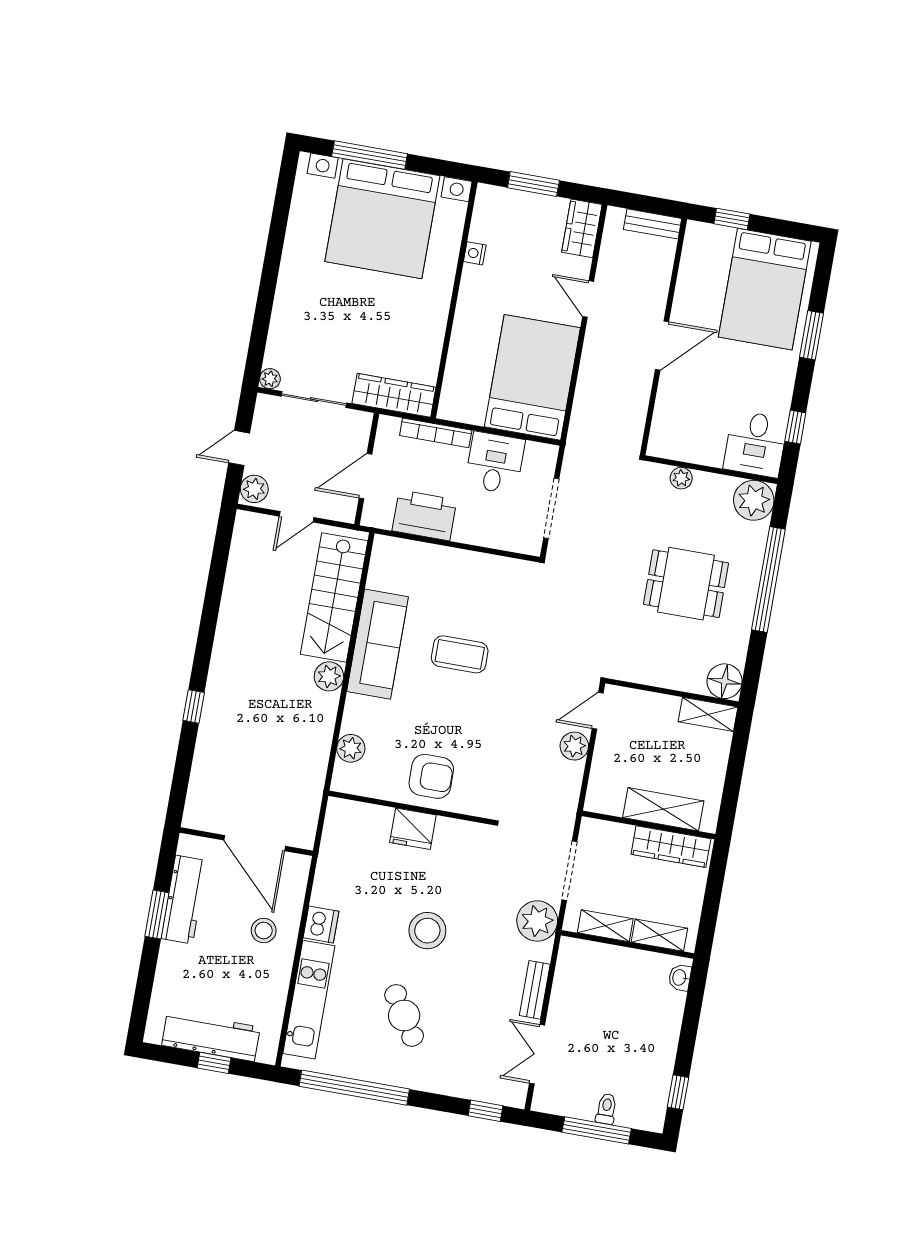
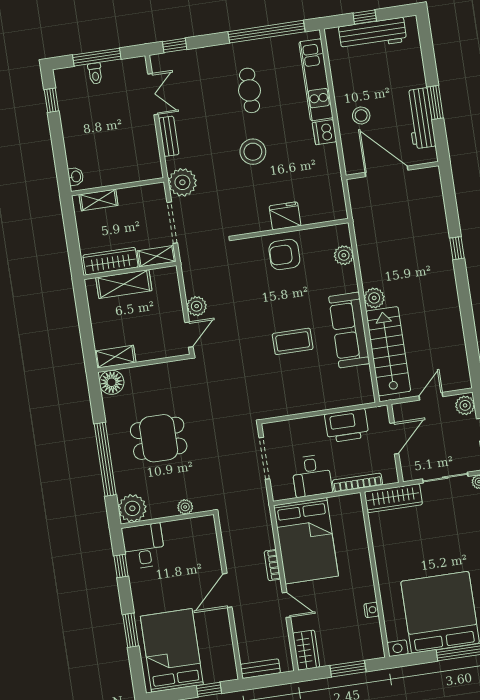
bookcase: (589, 359) -> (272, 565), added
shelving: (605, 926) -> (156, 256), moved
cafe table: (404, 1015) -> (250, 90), turned 32

